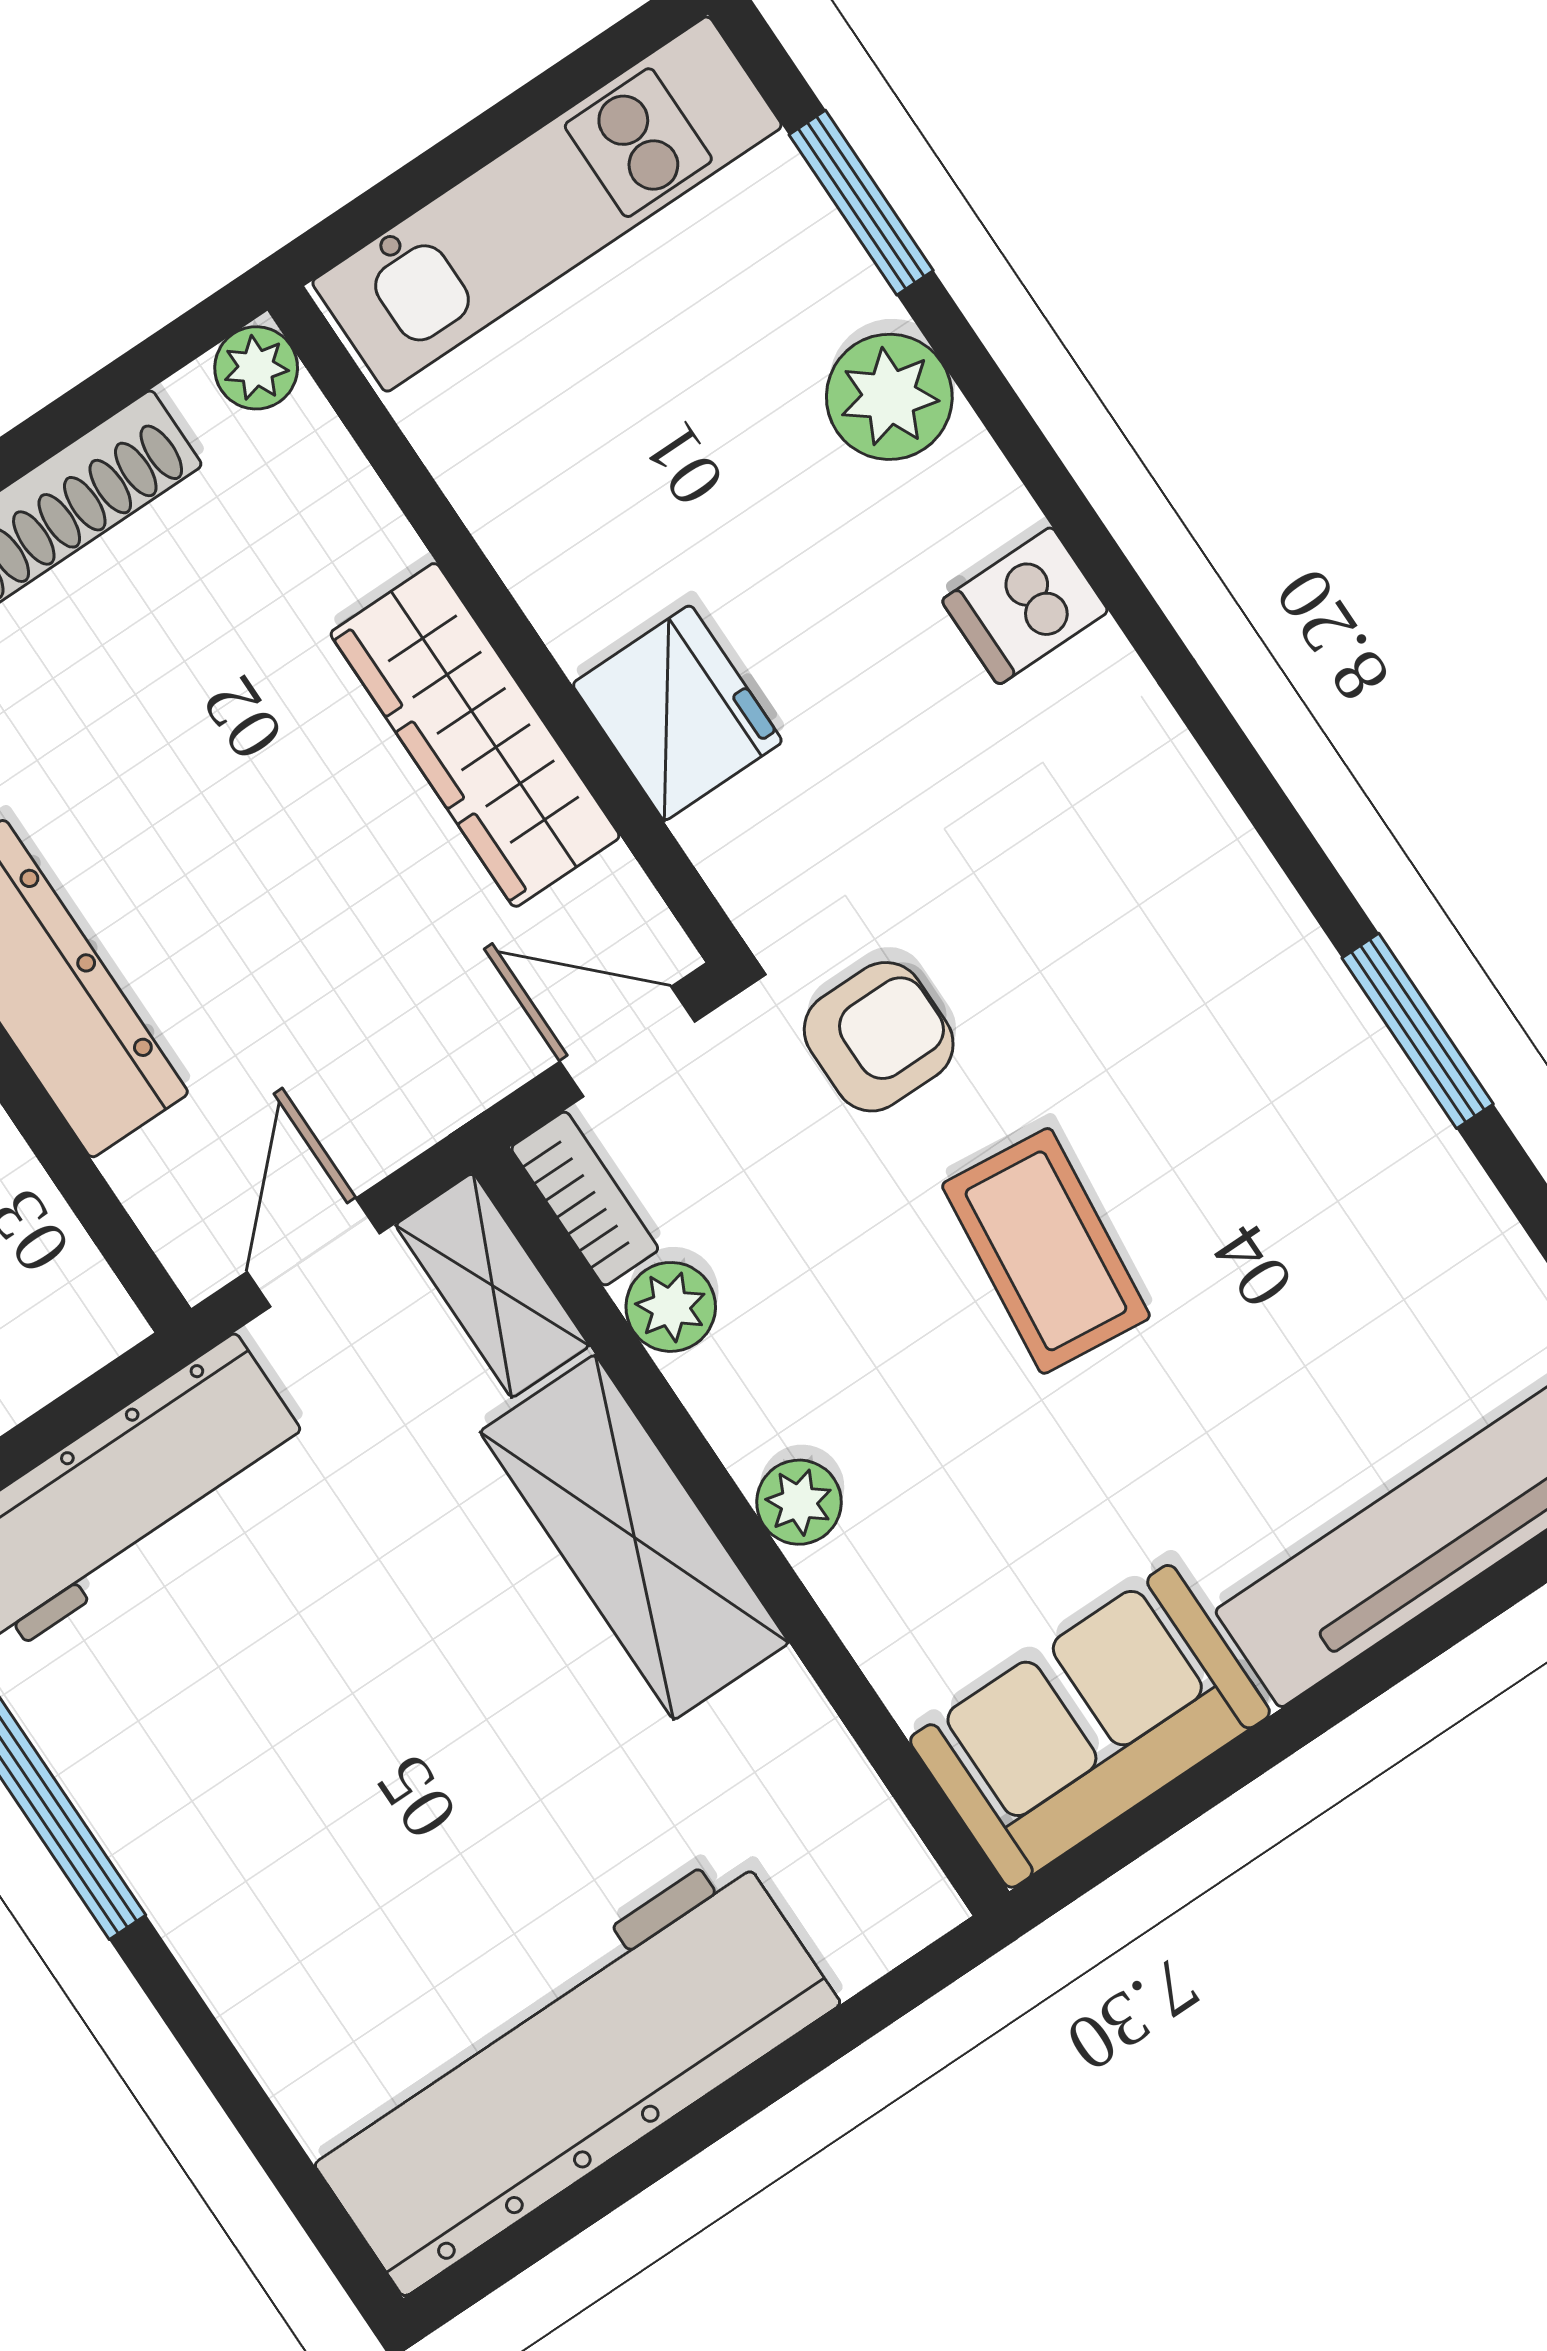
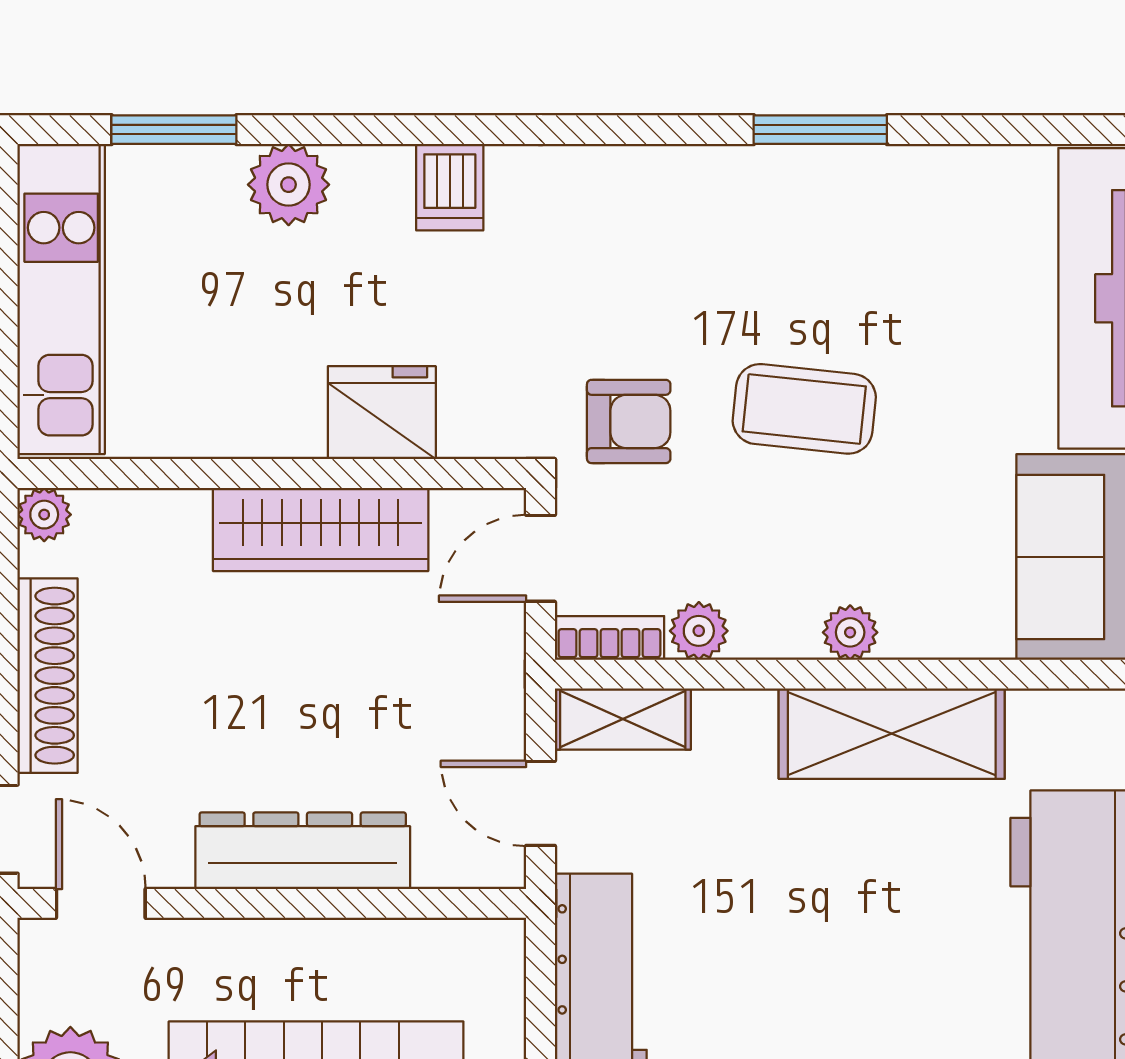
armchair: (879, 1037) -> (629, 421), turned 90
shelving: (634, 1537) -> (892, 734), moved

